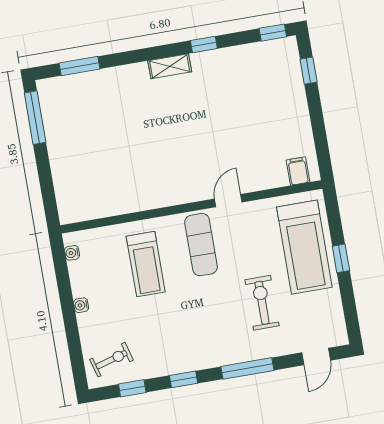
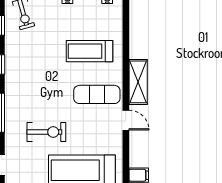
shelving: (175, 193) -> (138, 82), added

